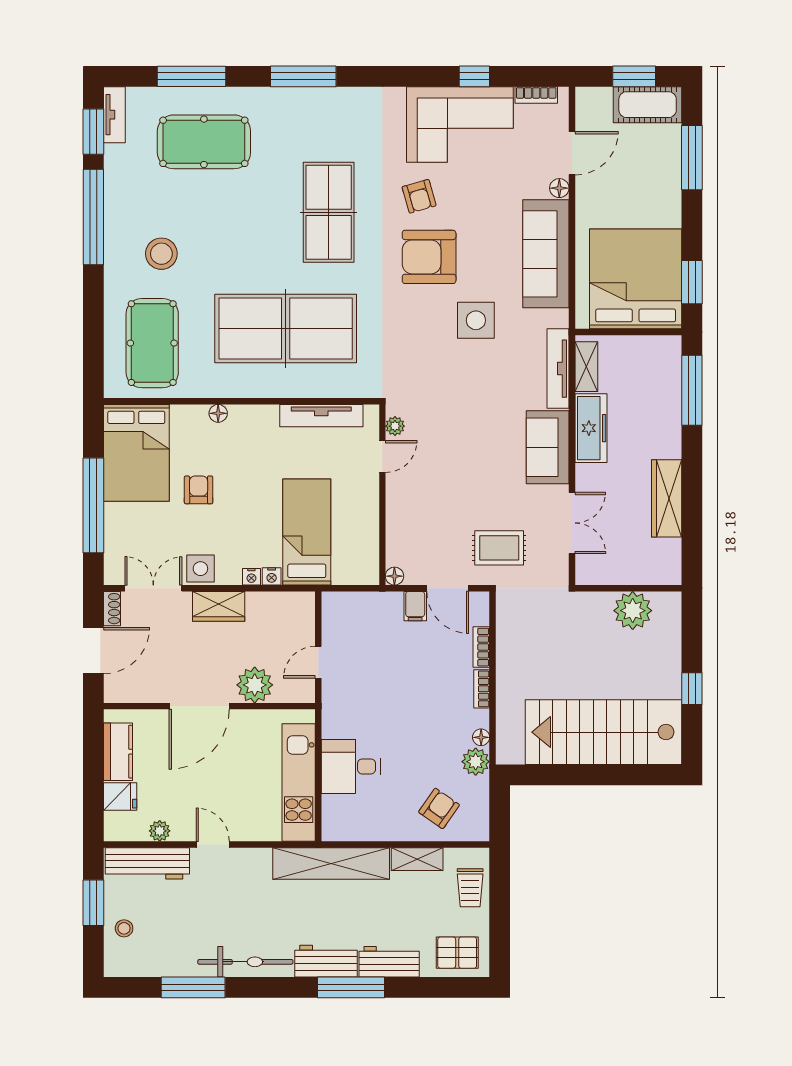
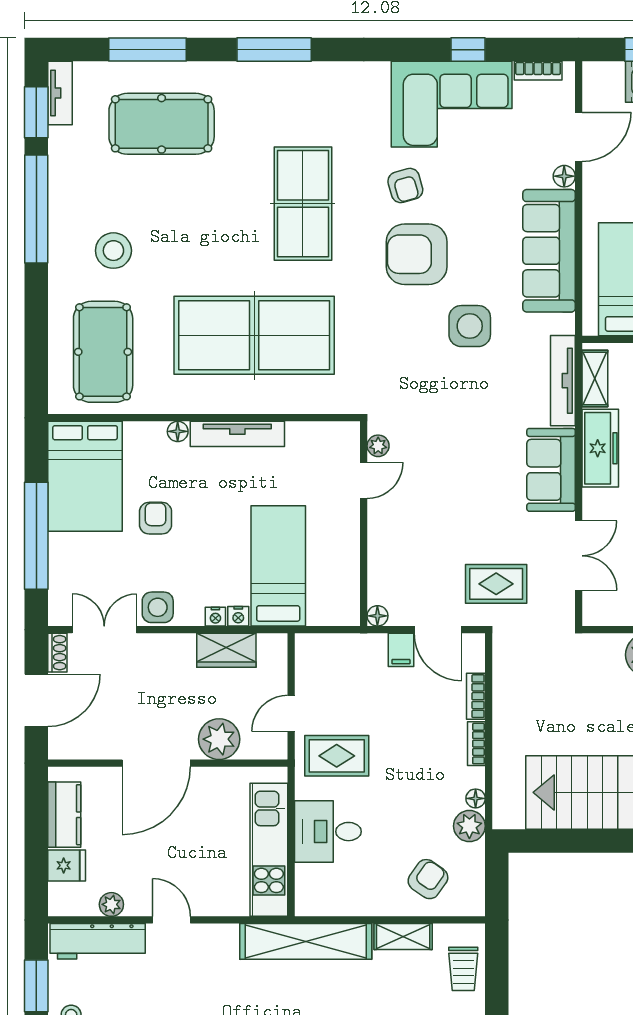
tv unit: (321, 416) -> (237, 434), moved
wardrobe: (219, 606) -> (226, 650), moved
rug: (358, 700) -> (337, 756), added

